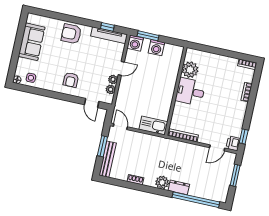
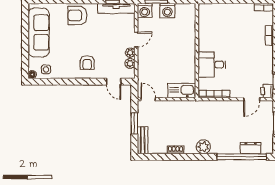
sofa: (32, 42) -> (39, 32), width x1.36
plant: (190, 70) -> (207, 25), removed
desk: (190, 92) -> (212, 65), moved
bench: (108, 159) -> (143, 140), width x0.73
dresser: (179, 187) -> (251, 148), moved

